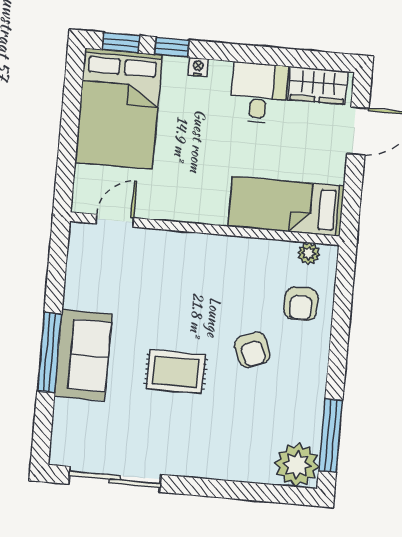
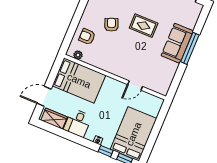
bed: (286, 206) -> (79, 81), width x1.50
door: (115, 221) -> (135, 86), moved
armchair: (301, 304) -> (87, 37), turned -90

